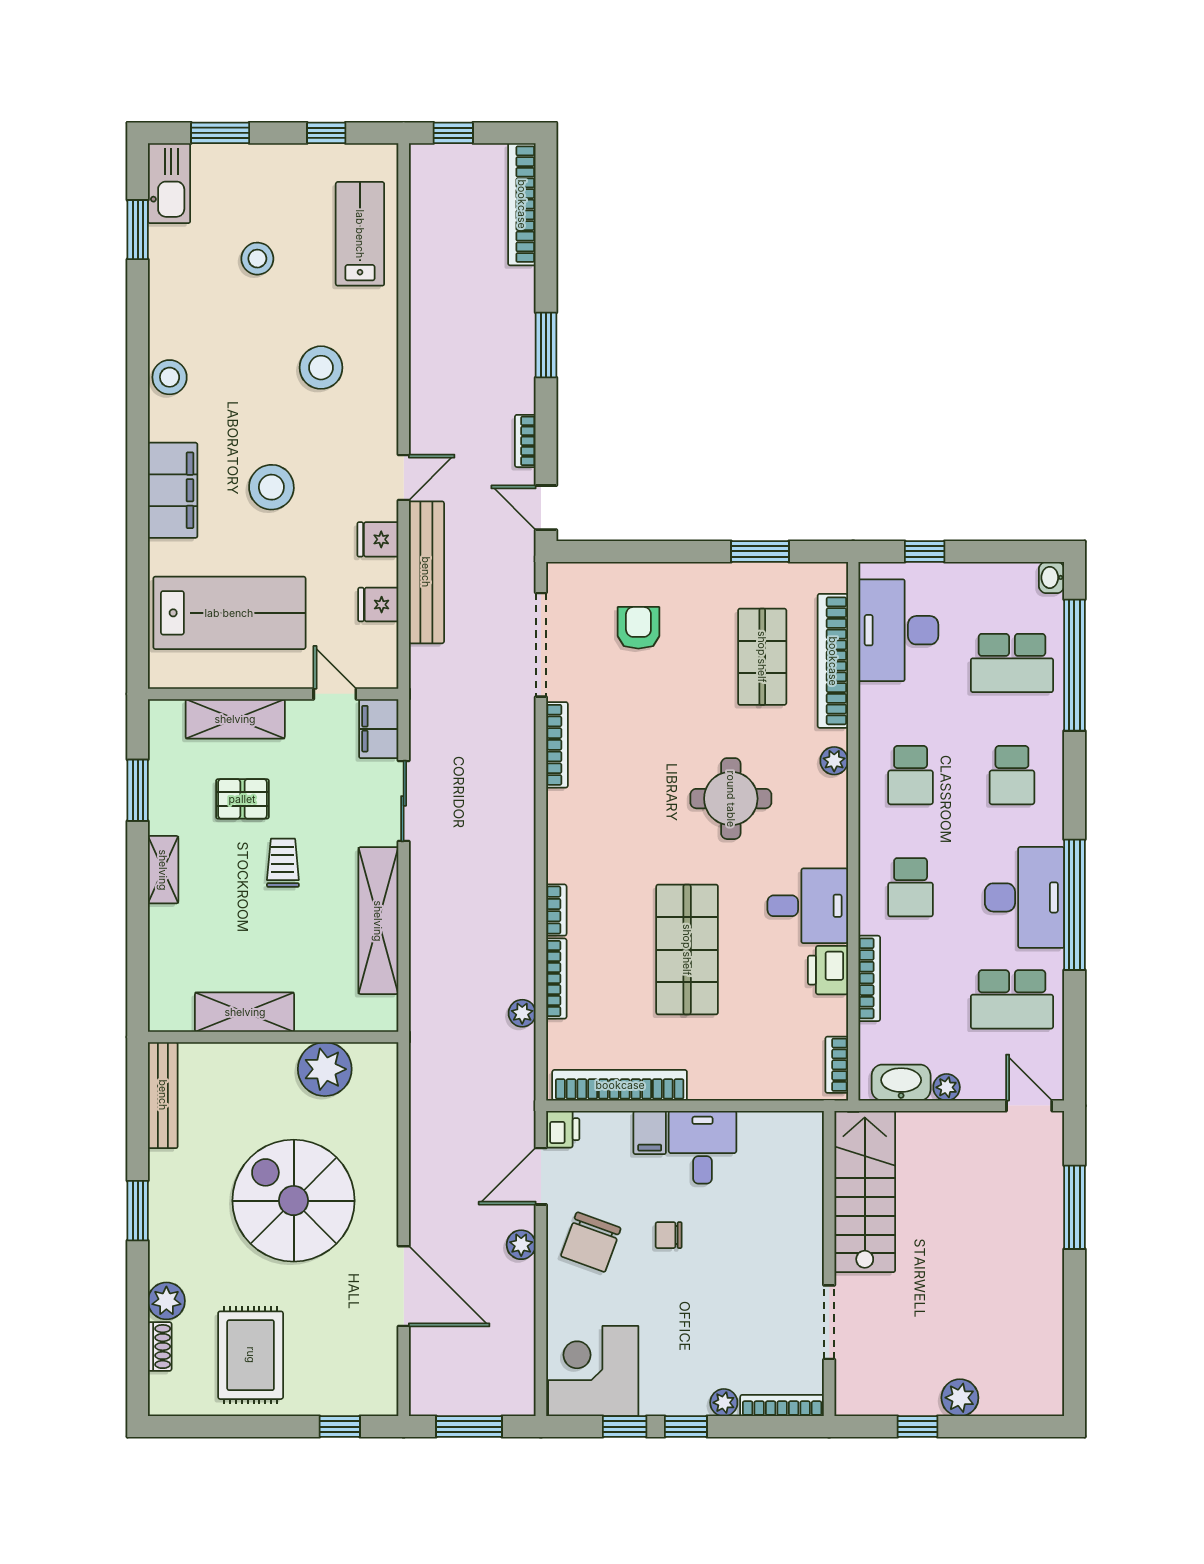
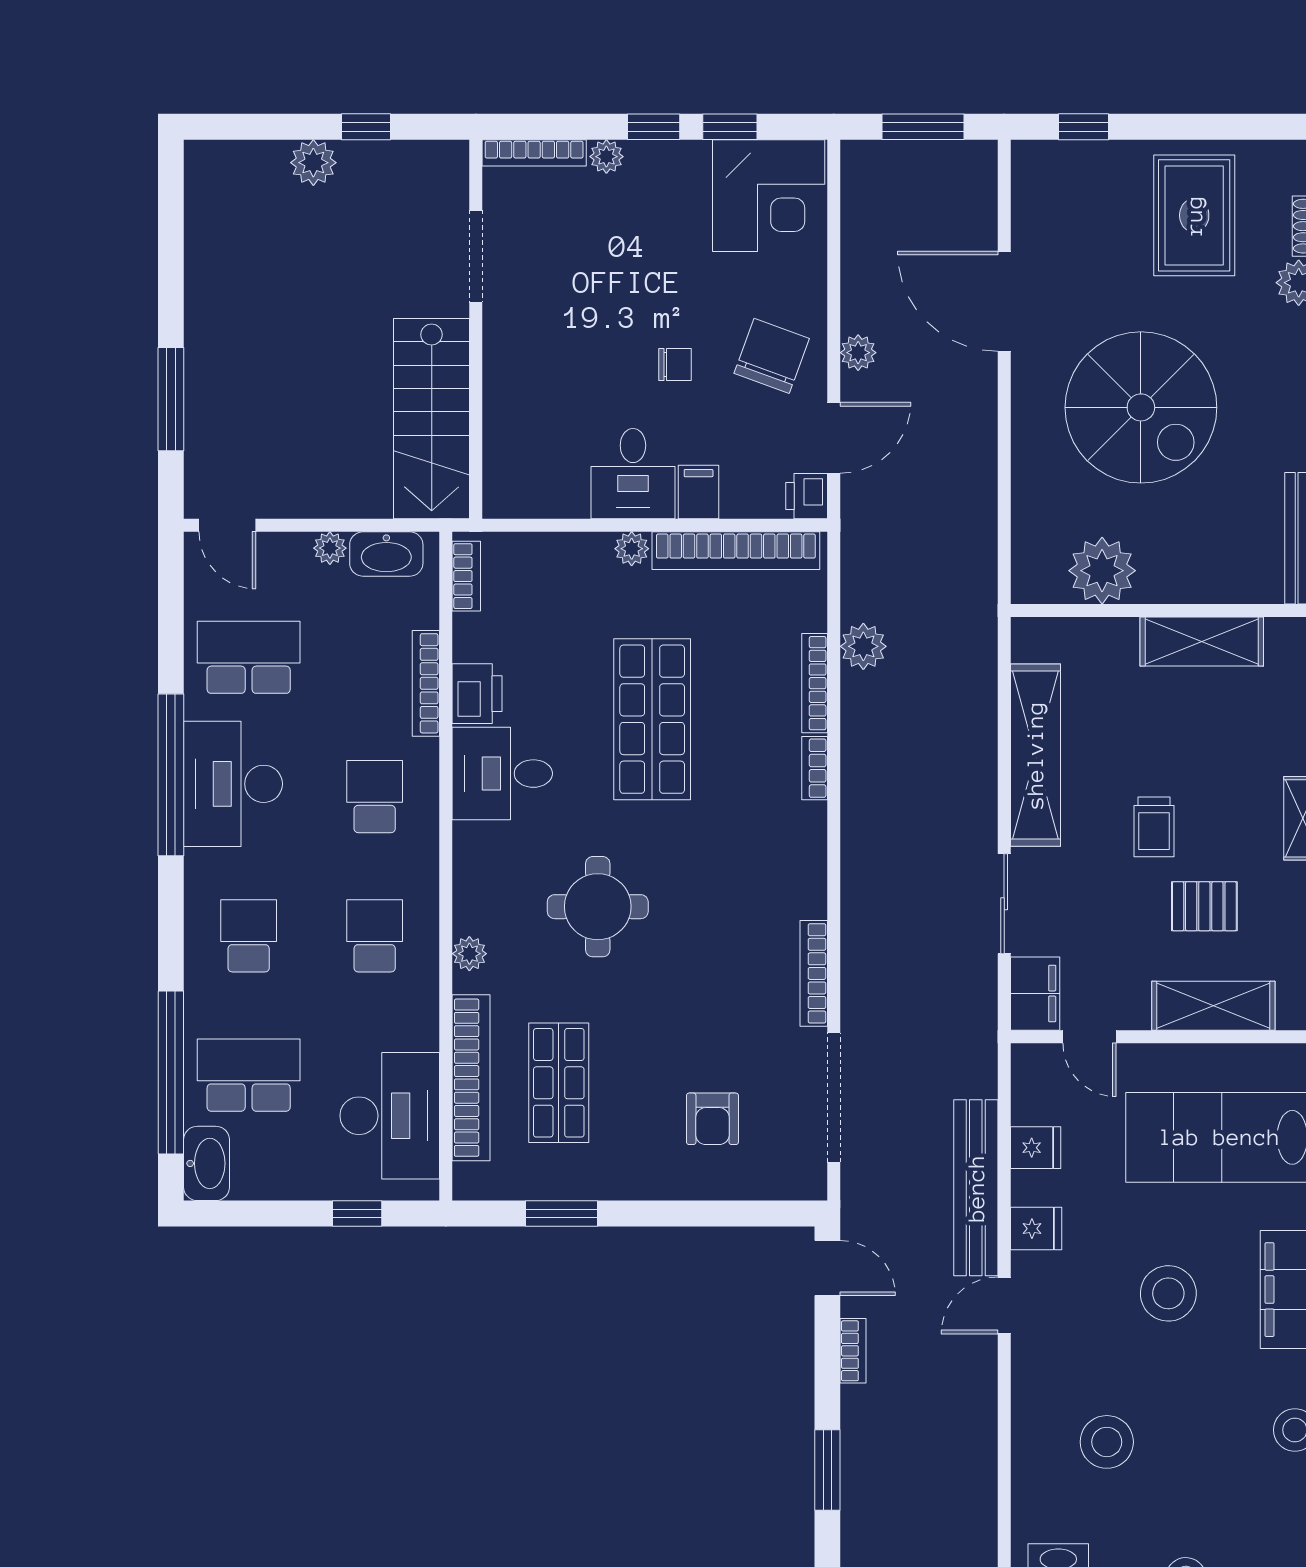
washbasin: (1052, 577) -> (207, 1163), width x1.91, depth x1.45
plant: (522, 1013) -> (863, 646), width x1.38, depth x1.38
plant: (703, 1087) -> (632, 549), added

